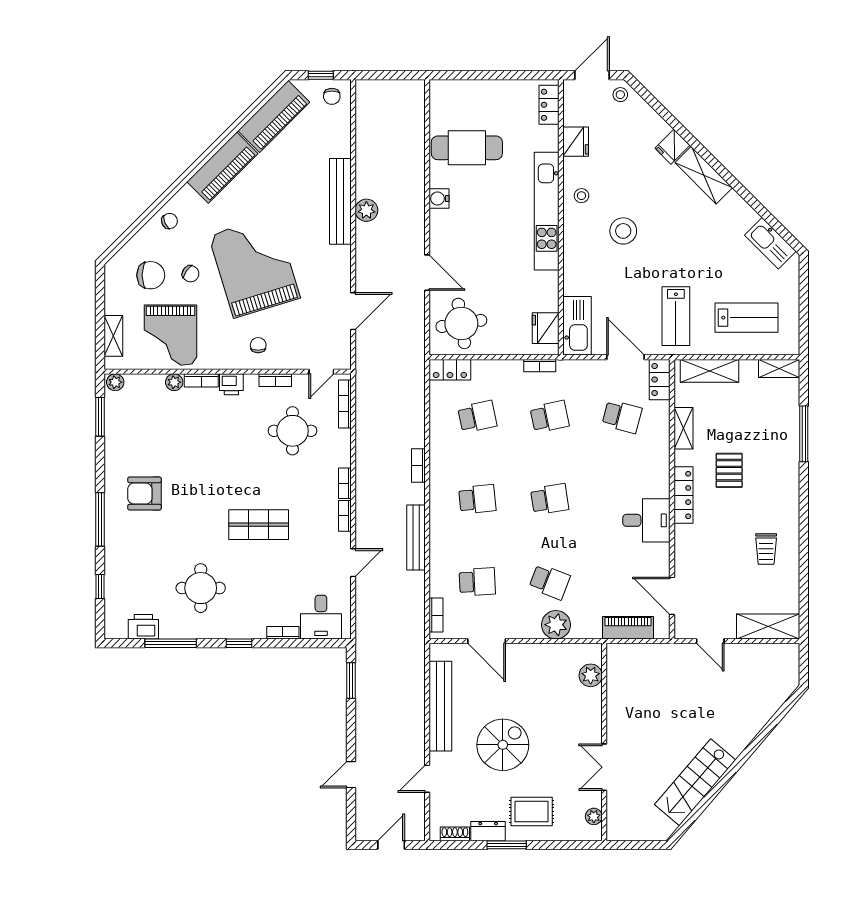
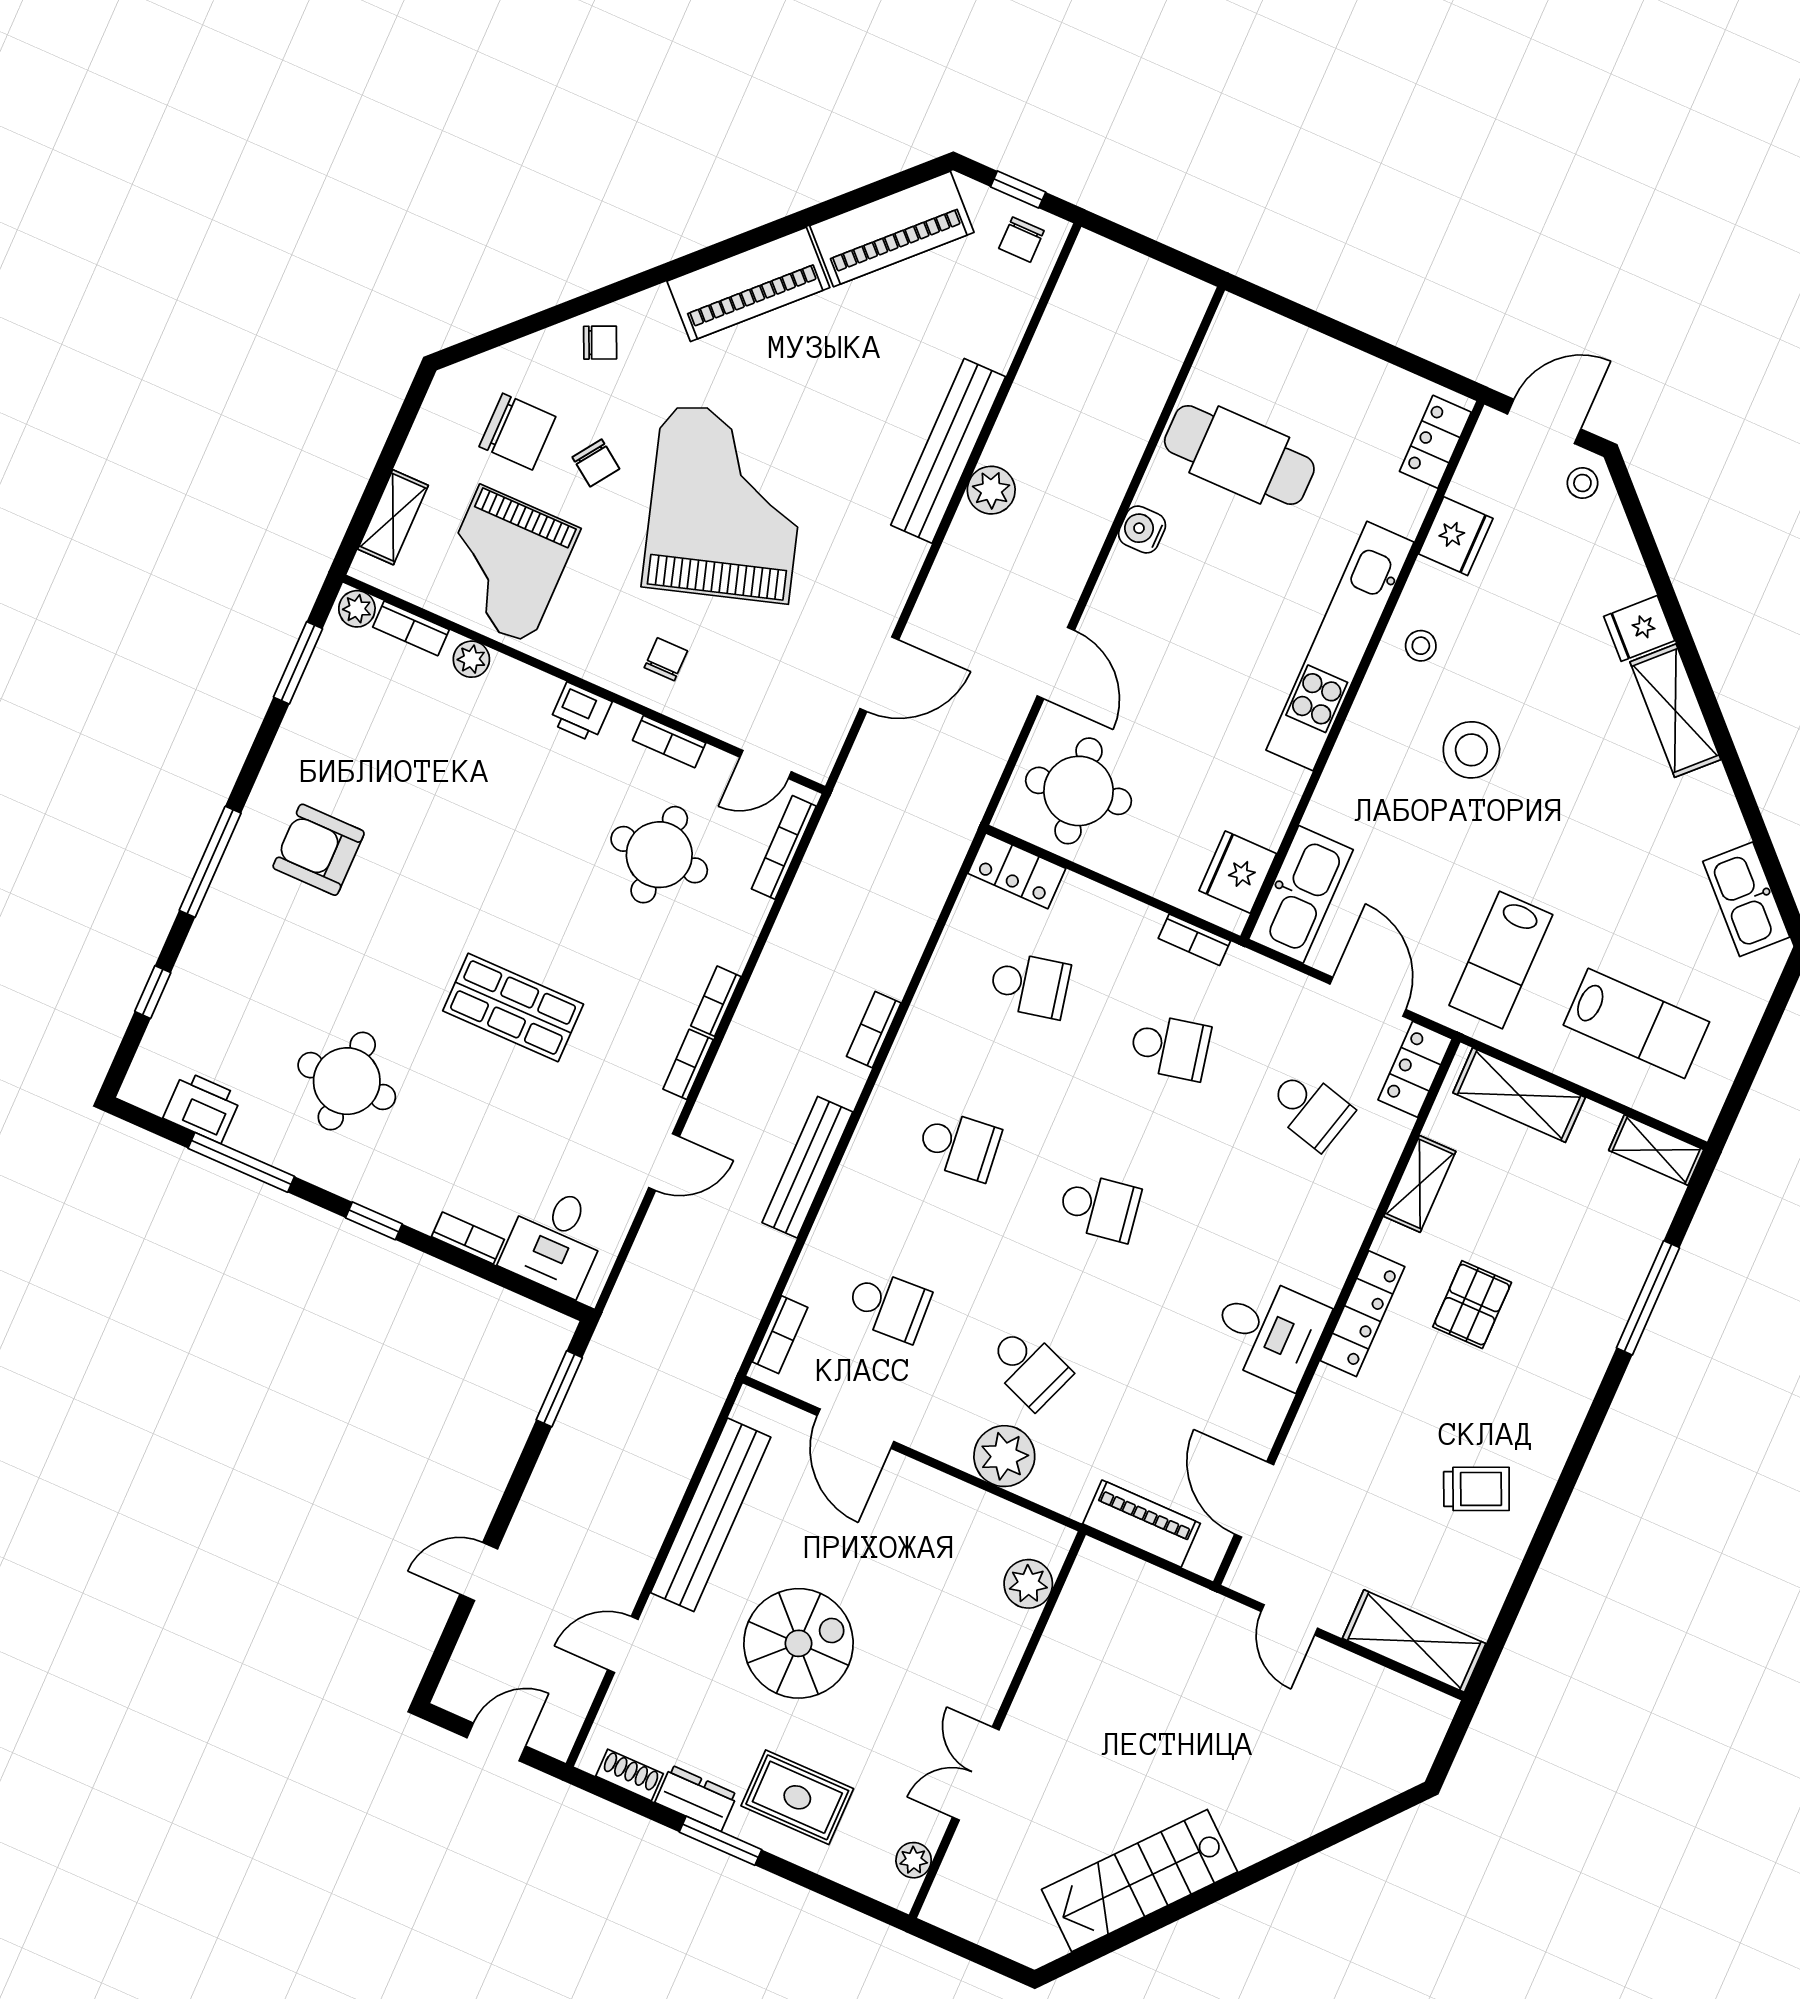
bookcase: (201, 380) -> (411, 628), moved
trolley: (766, 549) -> (1476, 1489), turned -114

